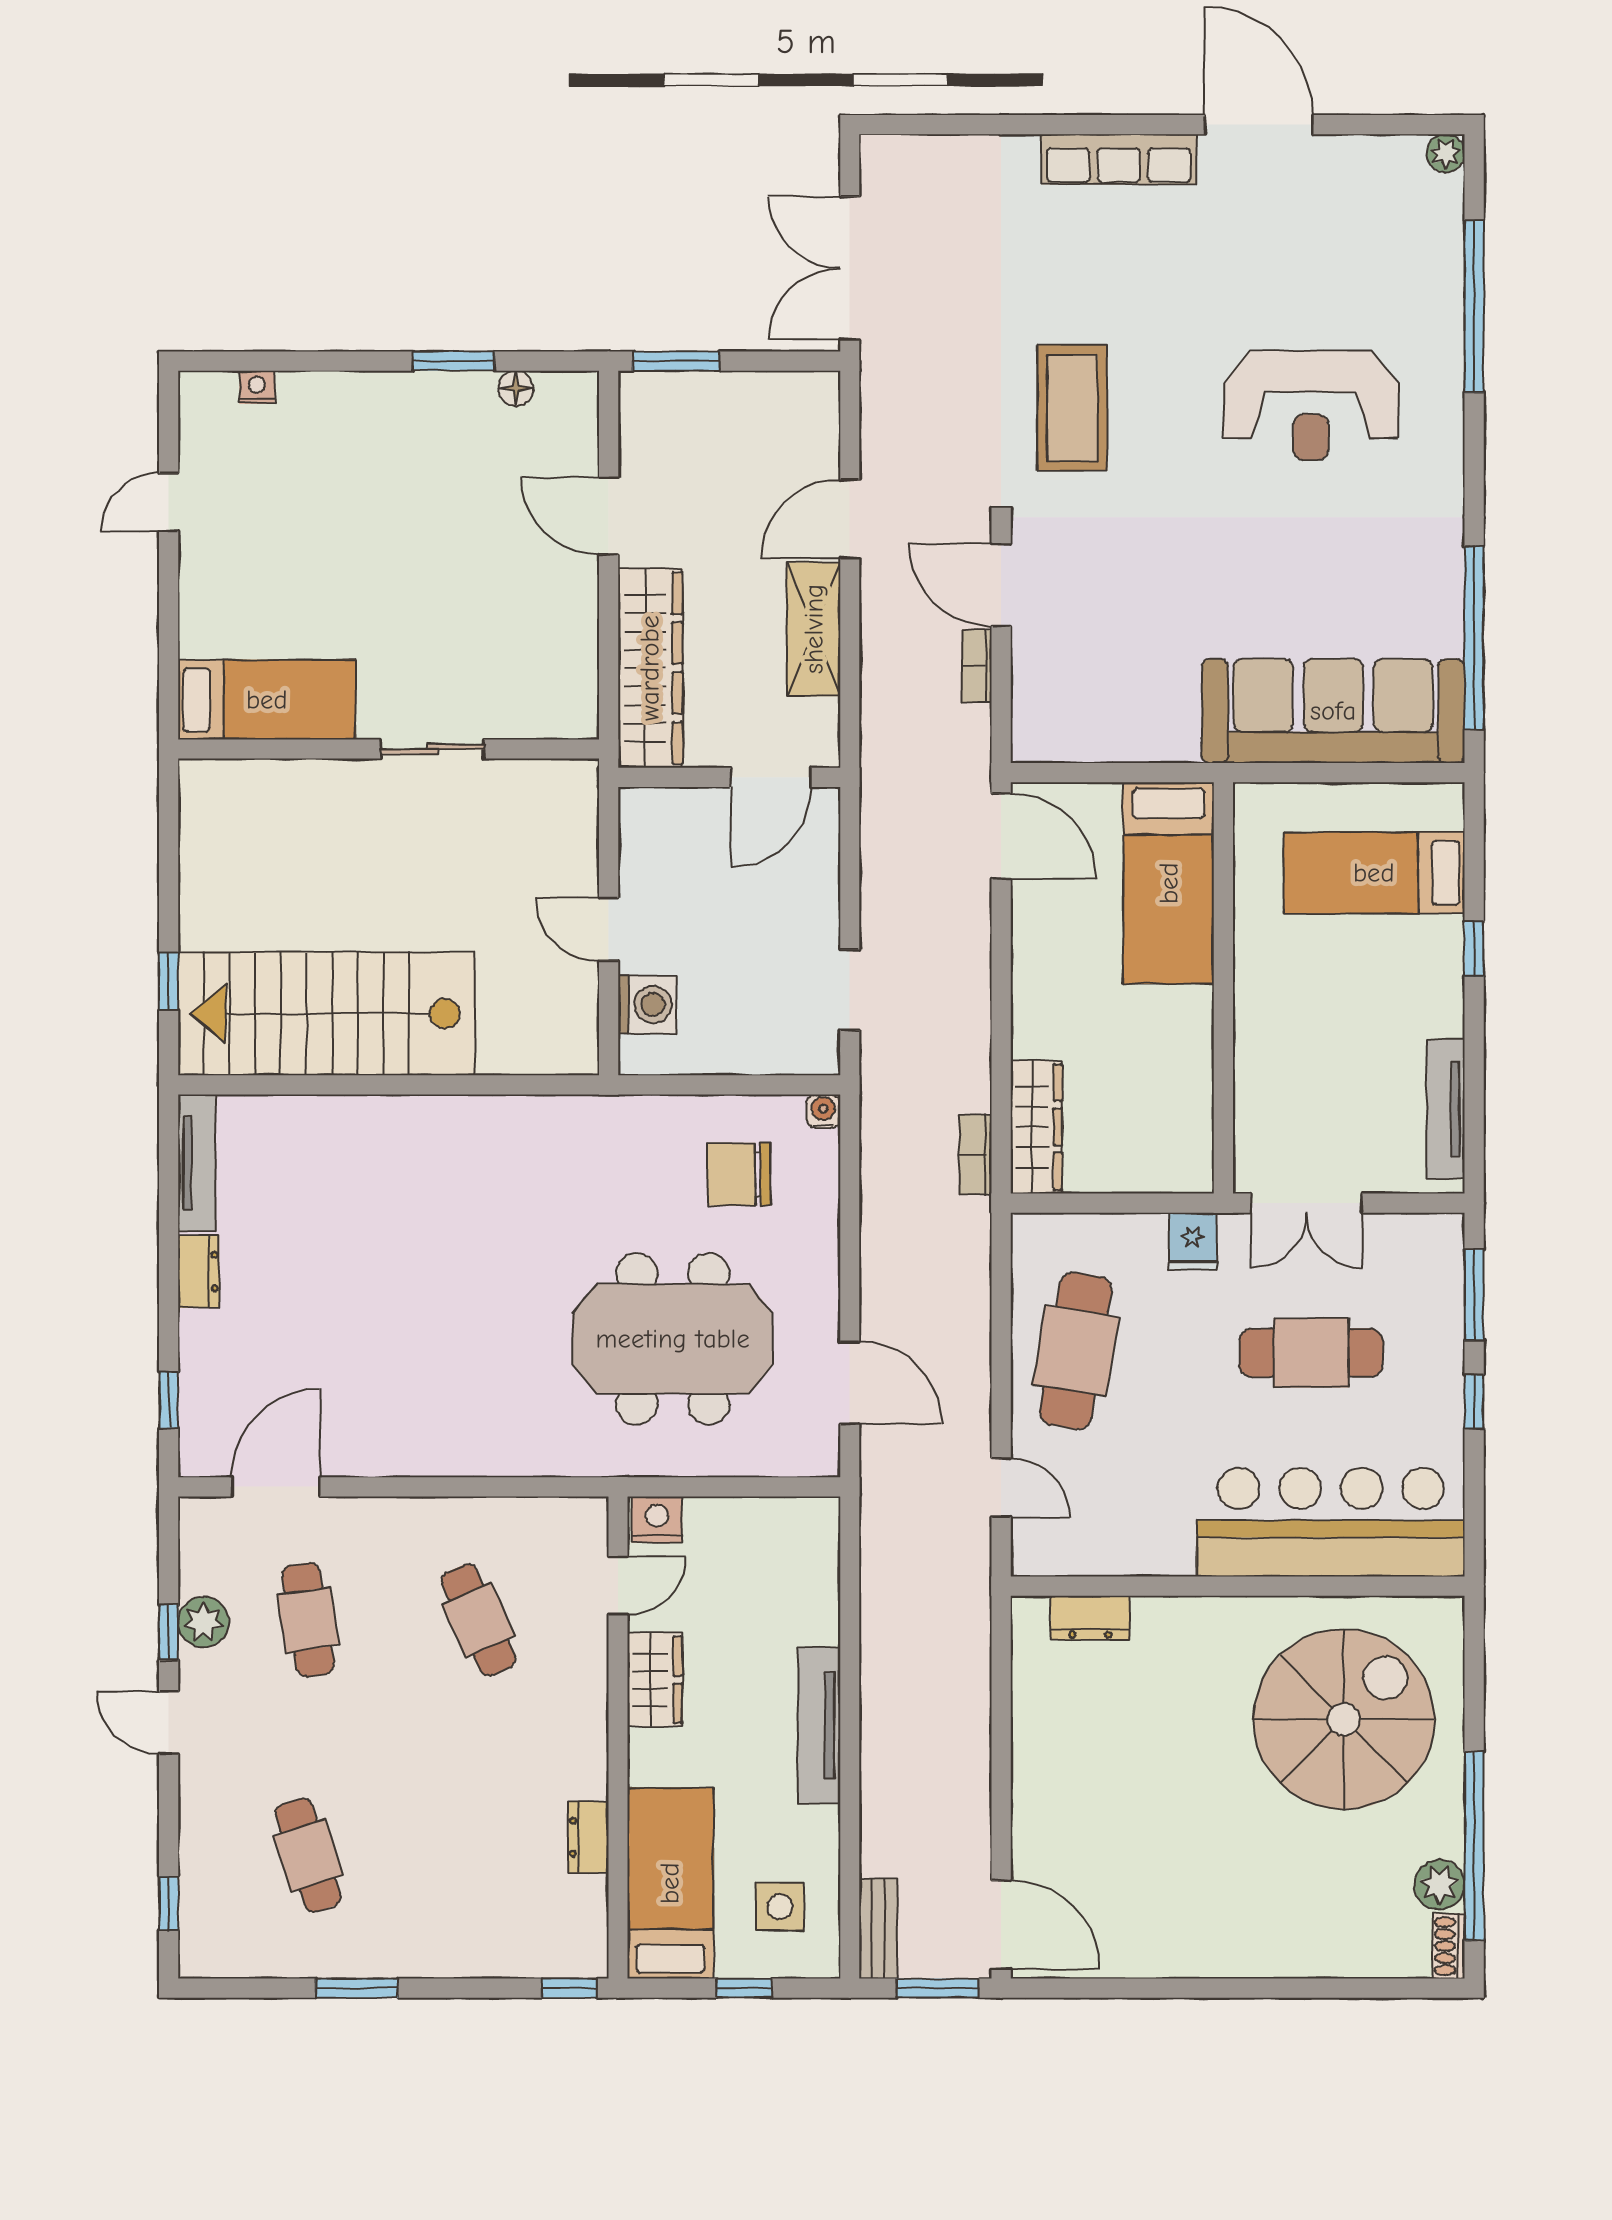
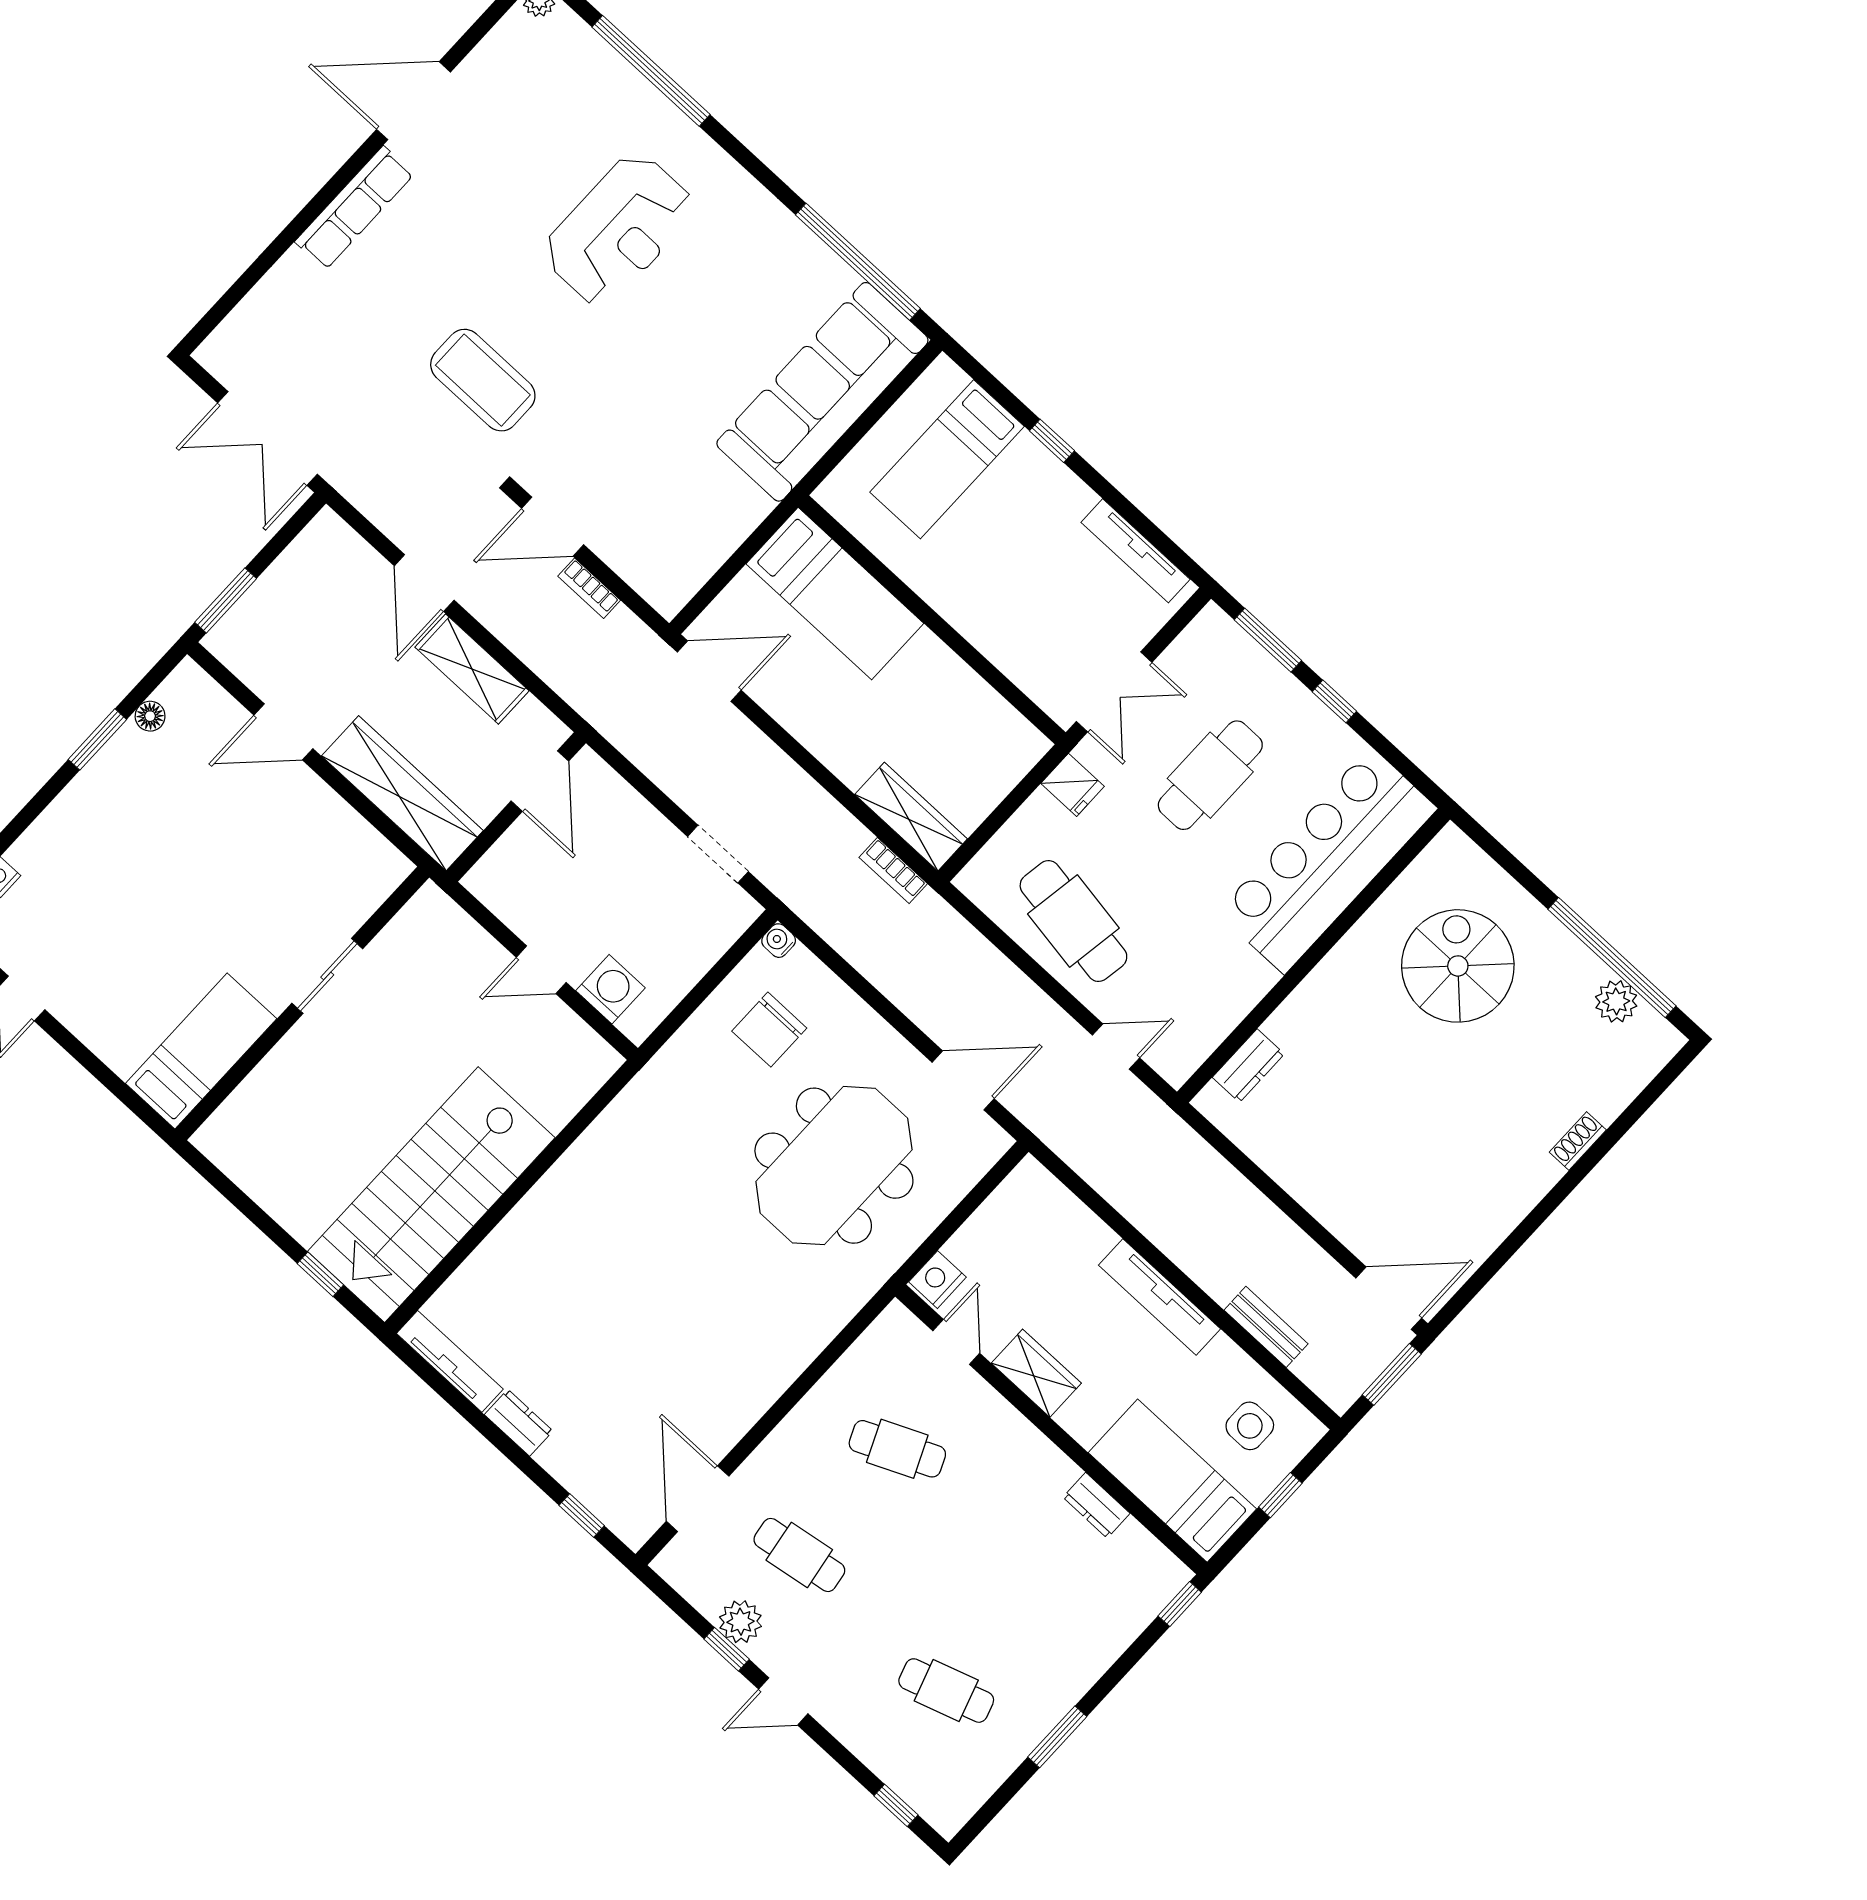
spiral stairs: (1344, 1719) -> (1458, 966), width x0.73, depth x0.73
bench: (878, 1929) -> (1266, 1327), moved
shoe rack: (1449, 1946) -> (1578, 1141), moved, turned 90

